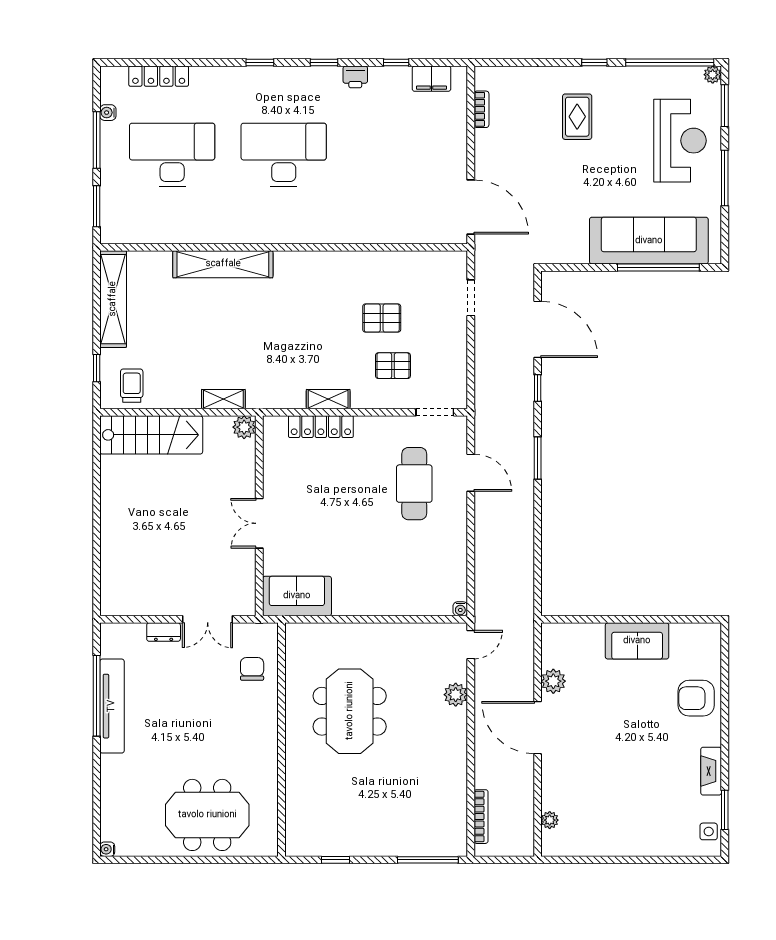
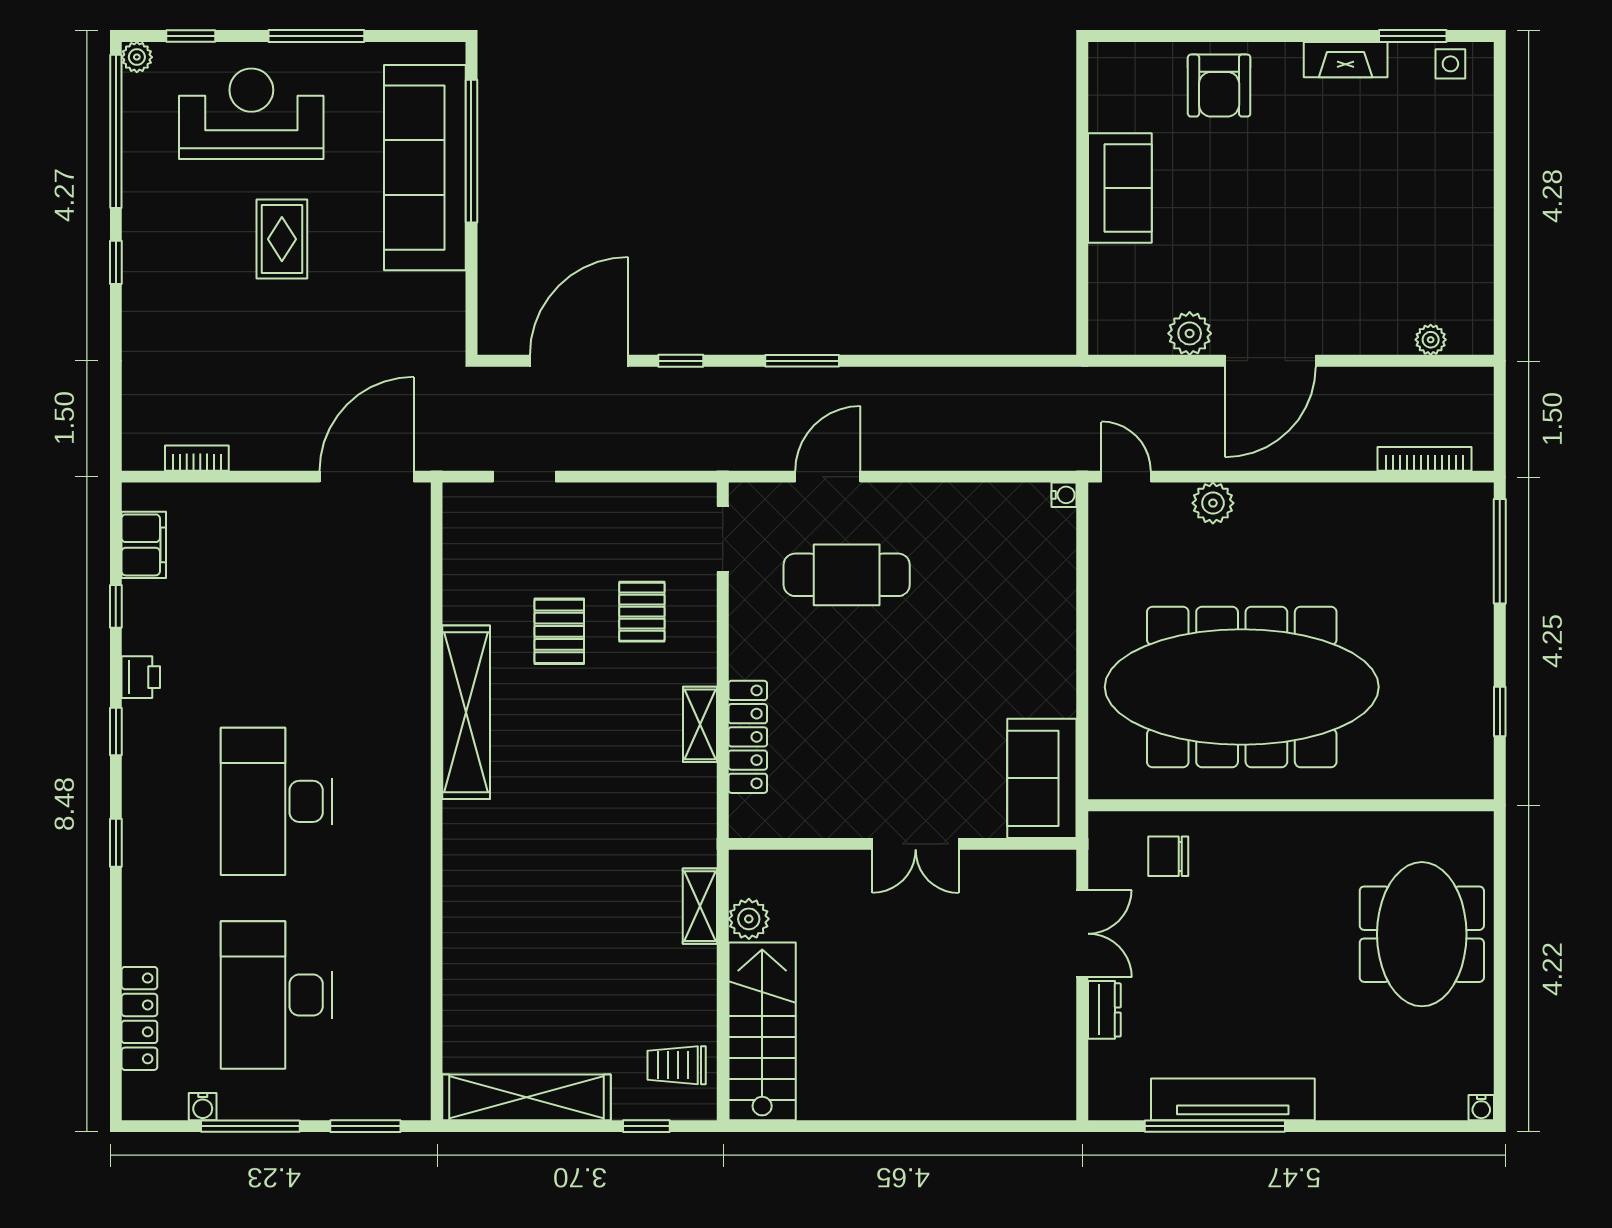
window: (725, 106) -> (191, 36), width x0.67
rug: (577, 117) -> (282, 239), moved, turned 90
shelving: (223, 264) -> (466, 712), moved
plant: (244, 427) -> (749, 919), moved
meeting table: (350, 711) -> (1242, 687), width x1.86, depth x1.27

